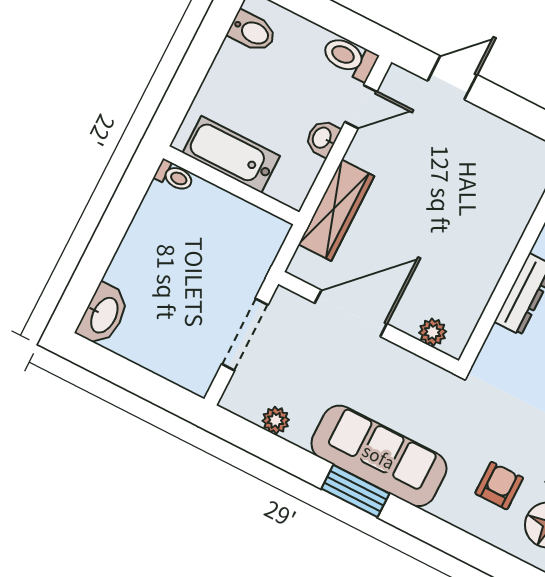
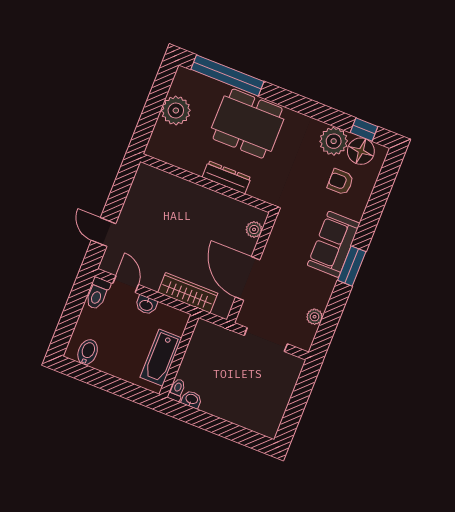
washbasin: (103, 315) -> (192, 399), moved, width x0.52, depth x0.69
sofa: (379, 456) -> (334, 244), width x0.73

